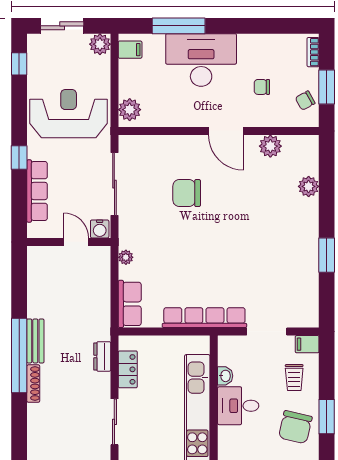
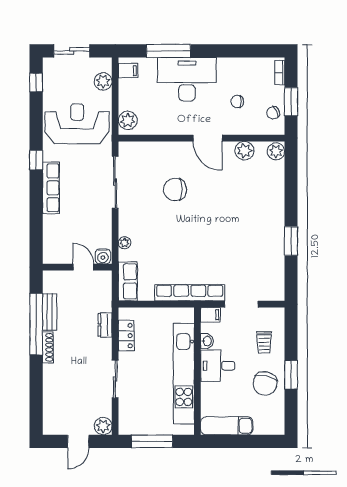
plant: (100, 44) -> (103, 81), moved
plant: (309, 186) -> (276, 151), moved
water cooler: (100, 229) -> (103, 256), moved
wall: (69, 242) -> (77, 267), moved
door: (76, 242) -> (83, 267), moved
filing cabinet: (307, 344) -> (210, 315), moved, turned 180

